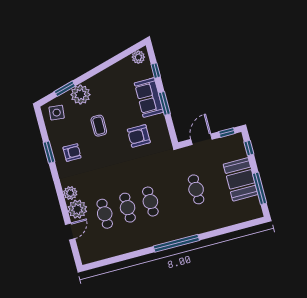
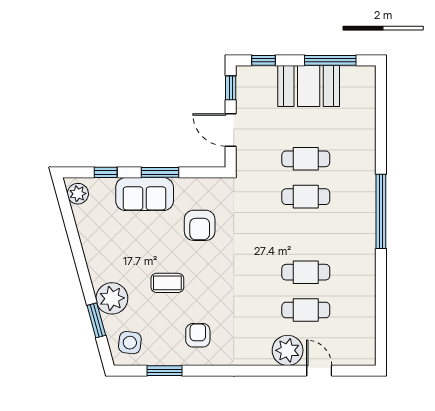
window: (49, 152) -> (165, 371), moved
plant: (70, 193) -> (260, 355), removed
cafe table: (150, 202) -> (306, 197), moved

